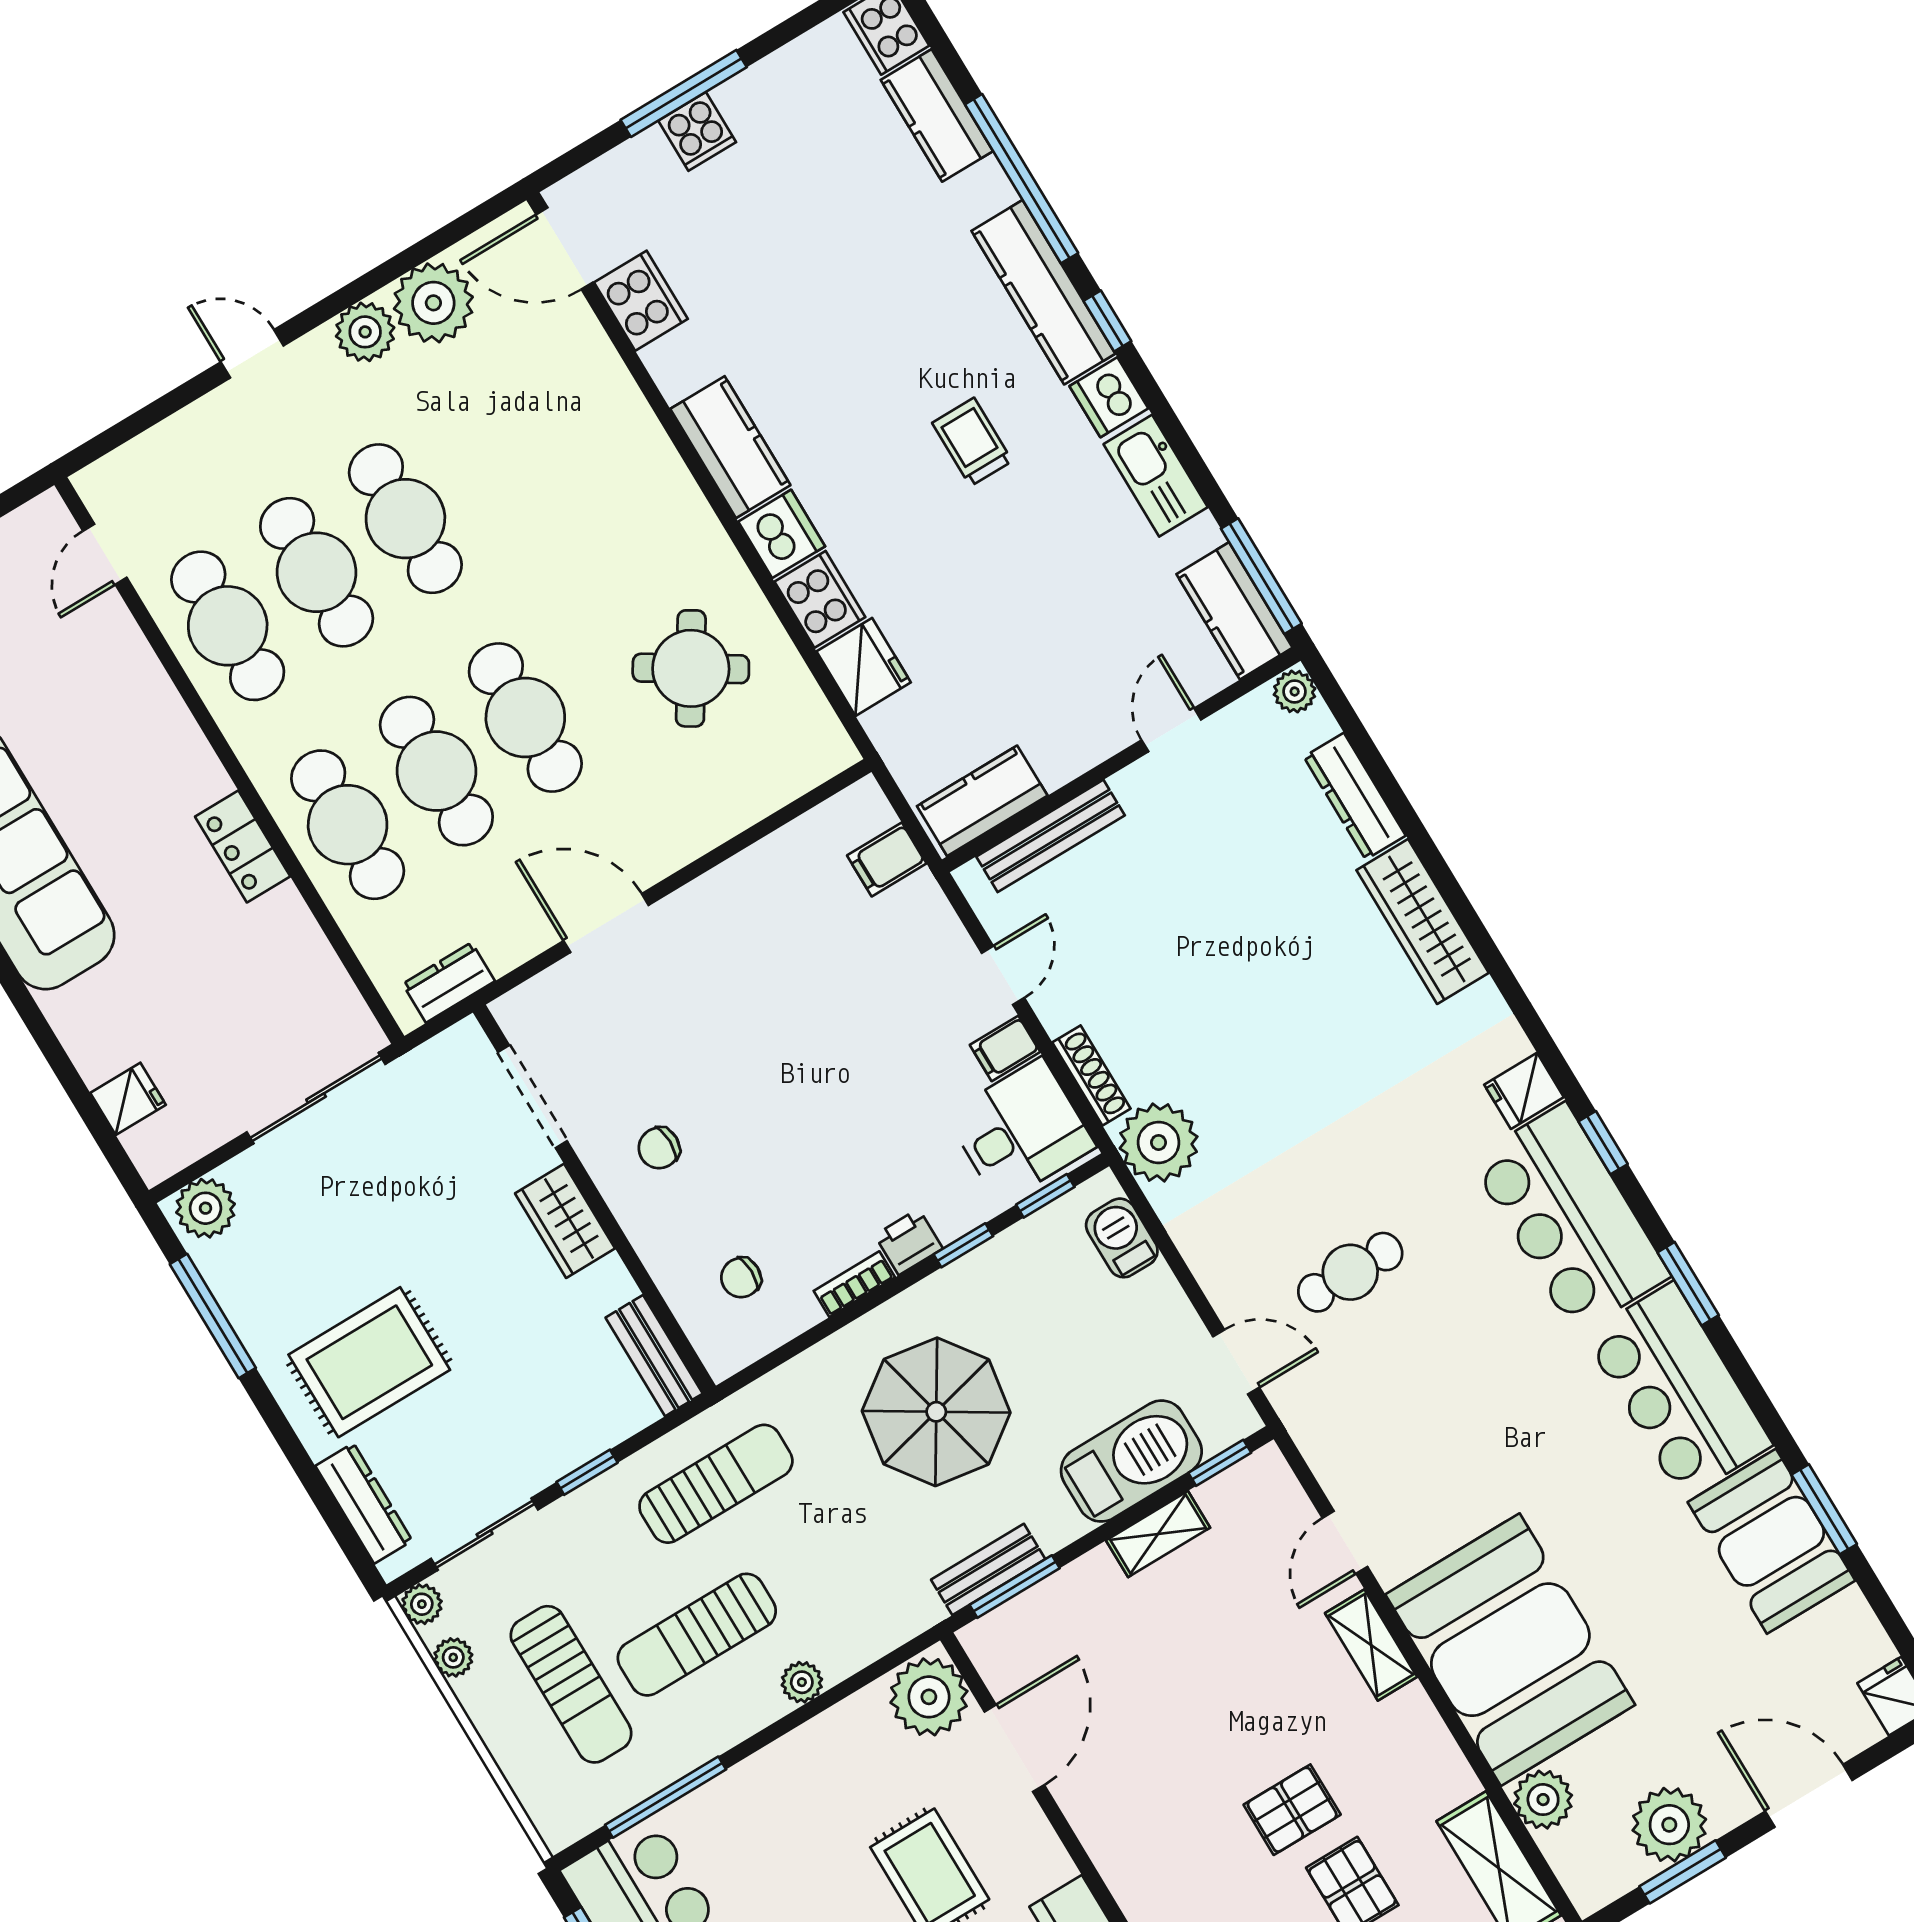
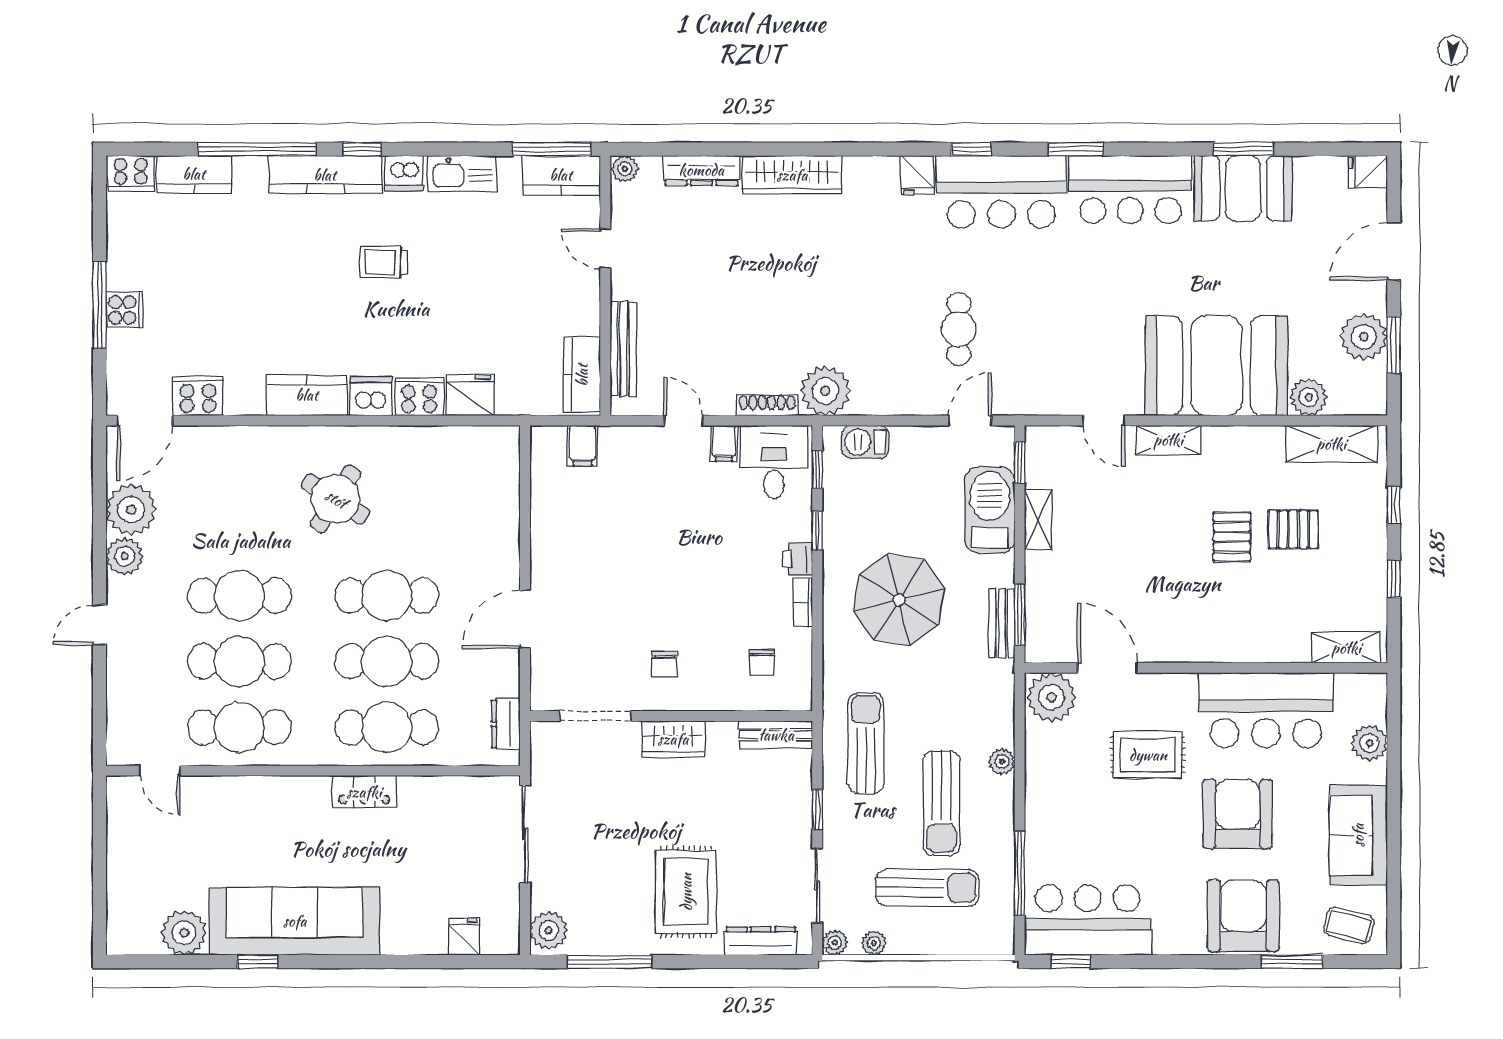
round table: (691, 668) -> (336, 499), moved

